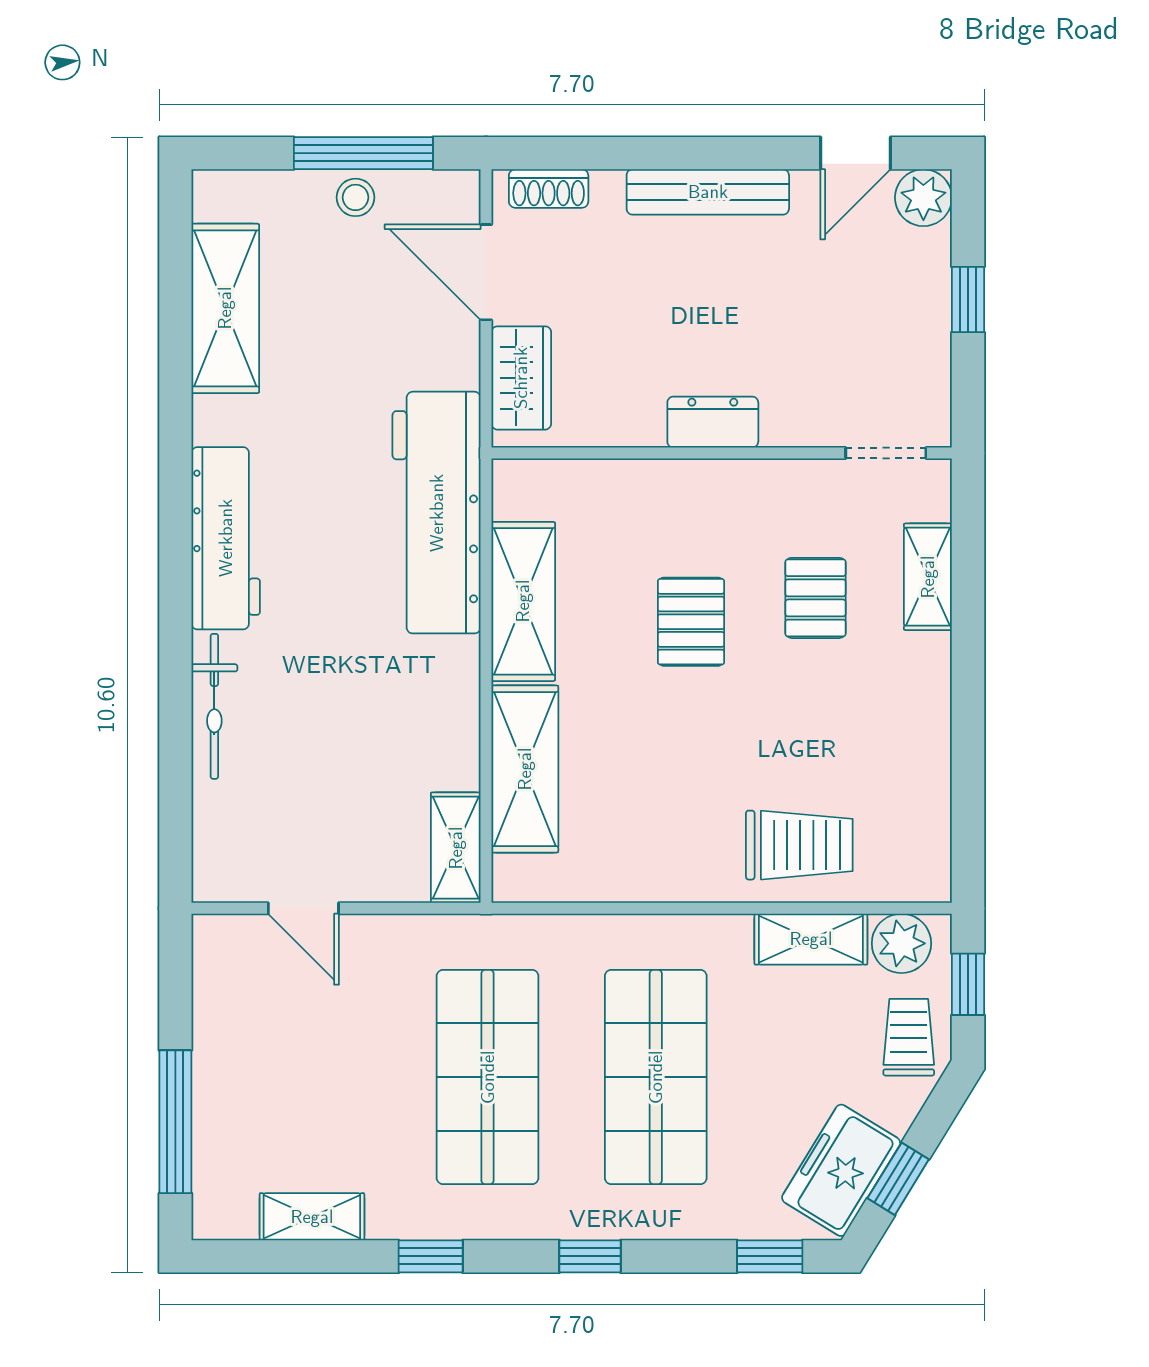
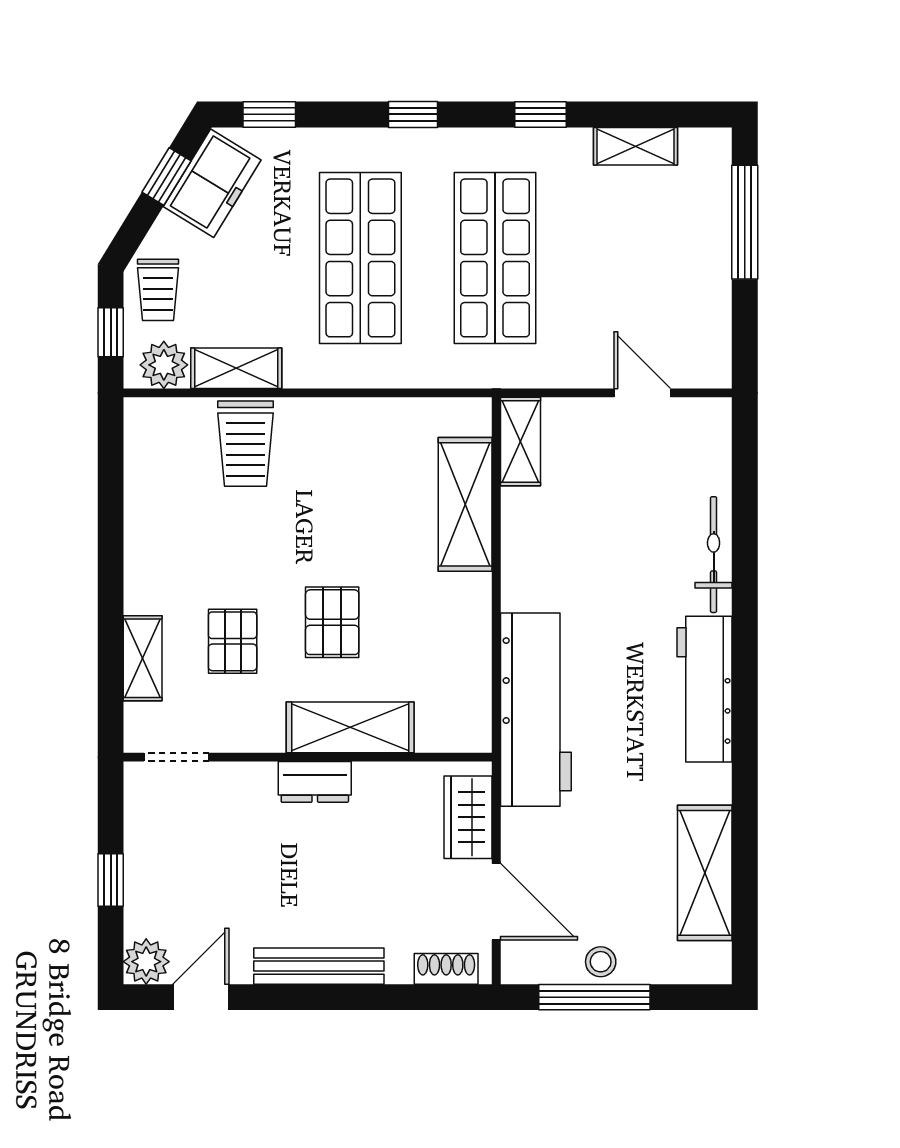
shelving: (523, 601) -> (350, 727), moved, turned 90
trolley: (799, 845) -> (246, 444), turned -90

